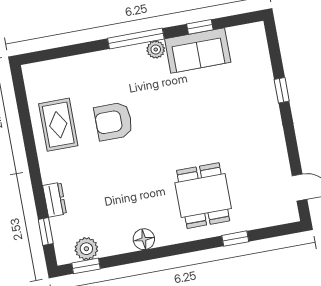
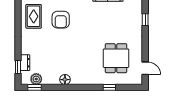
armchair: (114, 121) -> (61, 20), turned -90
dining table: (203, 196) -> (116, 58), moved
dresser: (55, 200) -> (25, 63), moved

